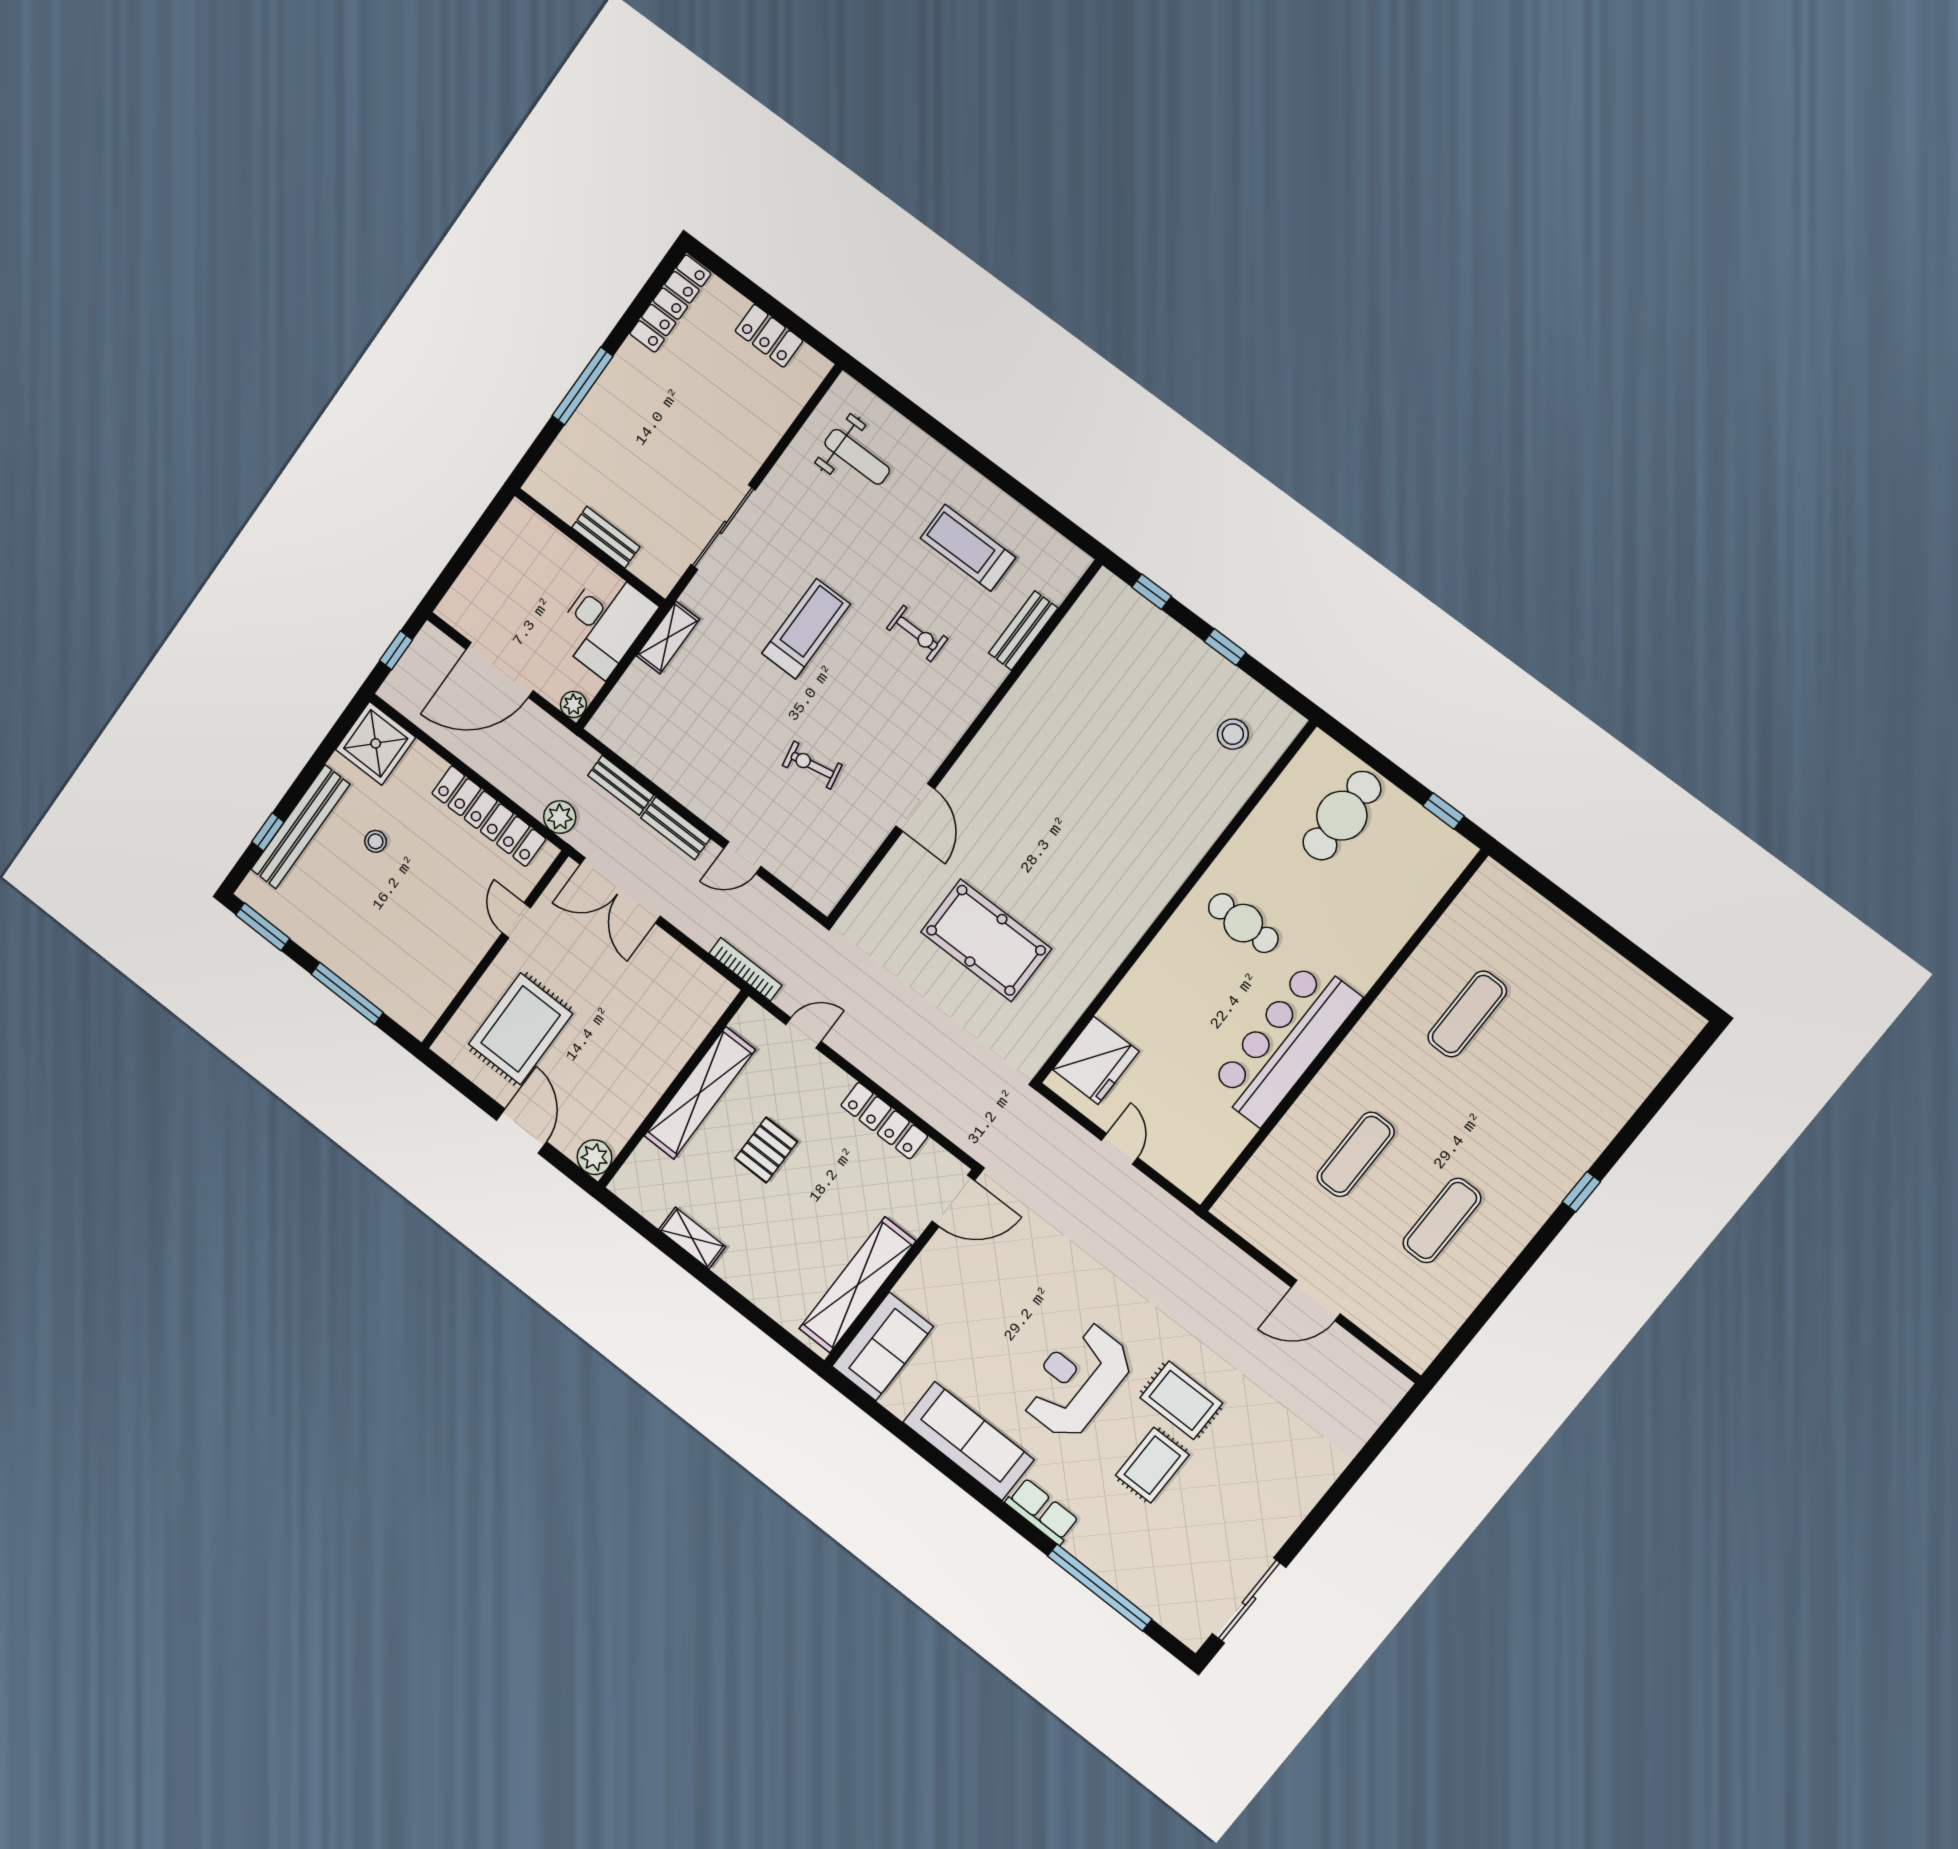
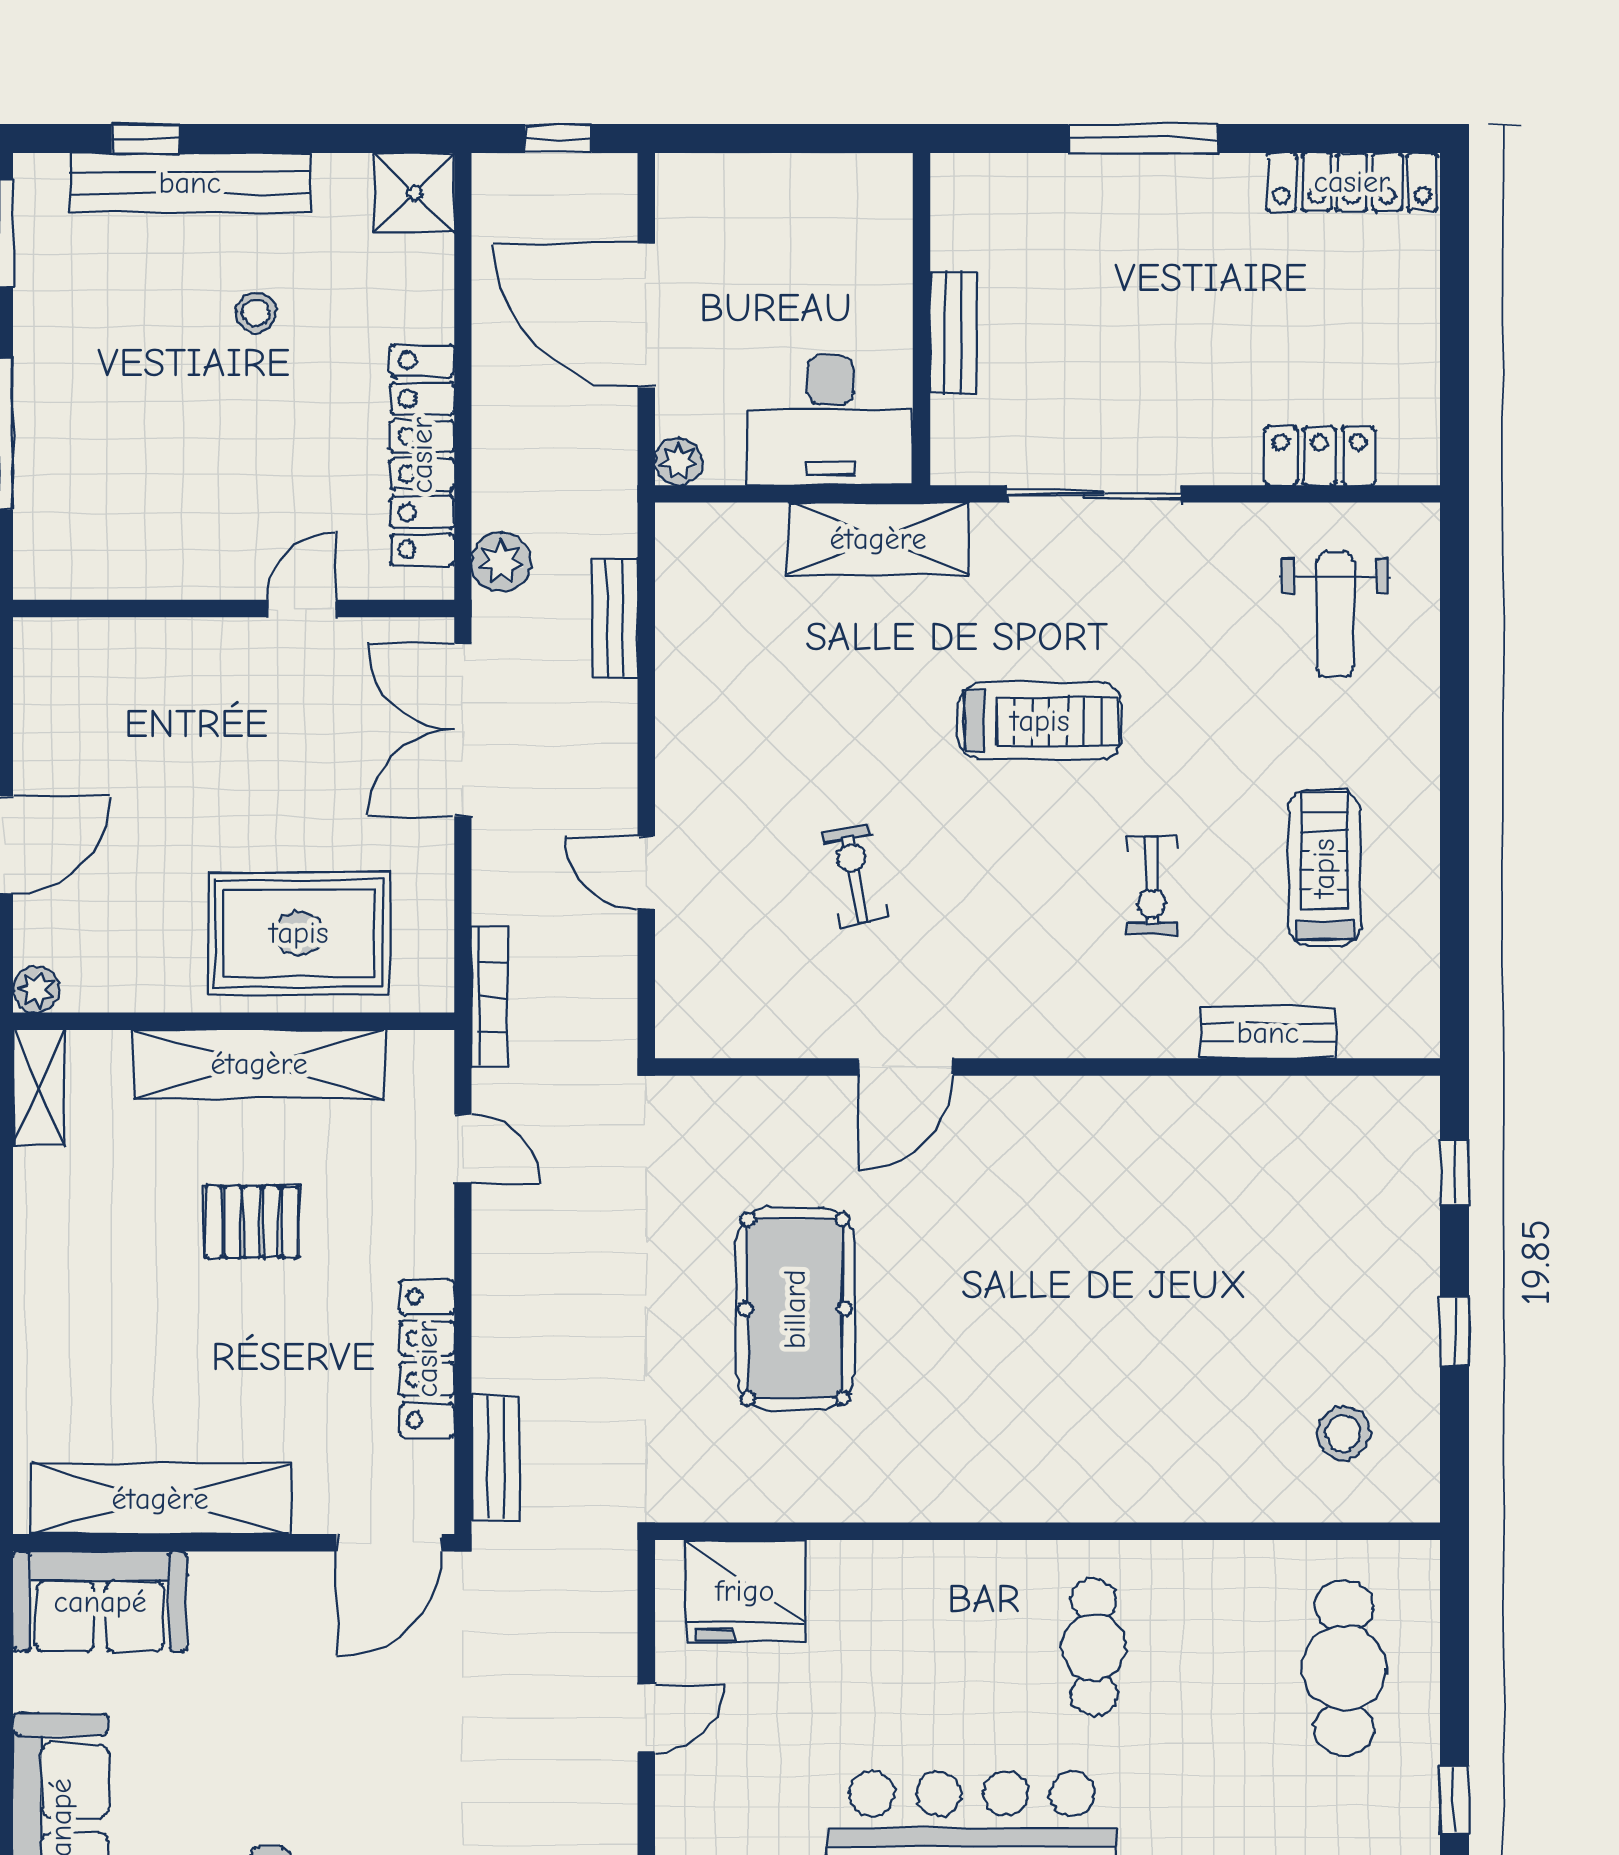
locker: (769, 336) -> (1320, 456), moved, turned 90
shelving: (668, 638) -> (878, 539), width x1.50, depth x1.33
shower: (376, 743) -> (414, 193), width x0.73, depth x0.73
cafe table: (1342, 816) -> (1344, 1668), turned 90
bench: (675, 828) -> (495, 1458), moved
rug: (520, 1029) -> (299, 933), moved
plant: (595, 1157) -> (36, 989), width x0.73, depth x0.73
door: (953, 1201) -> (389, 1543), hinge flipped
shelving: (692, 1238) -> (39, 1088), moved

